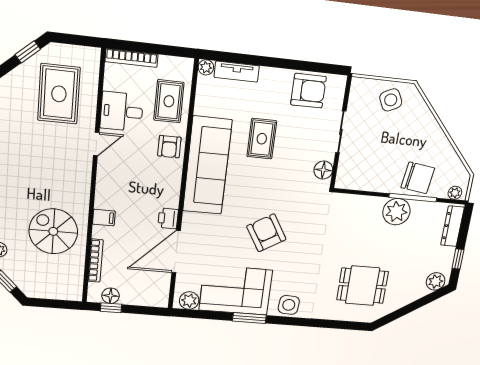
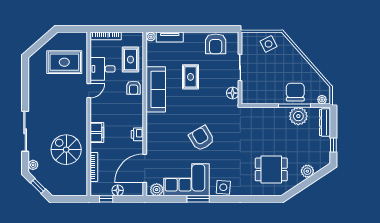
window: (28, 52) -> (45, 39), removed
armchair: (308, 91) -> (216, 44), turned 90
rug: (59, 94) -> (64, 62), turned 90
sofa: (207, 166) -> (156, 89), width x0.74, depth x0.79
chair: (418, 178) -> (295, 92), turned -98
plant: (396, 212) -> (298, 116), moved
filing cabinet: (104, 218) -> (97, 133), width x2.00
door: (176, 252) -> (145, 168), moved
plant: (436, 281) -> (307, 171), moved
floor lamp: (111, 296) -> (118, 190), moved

